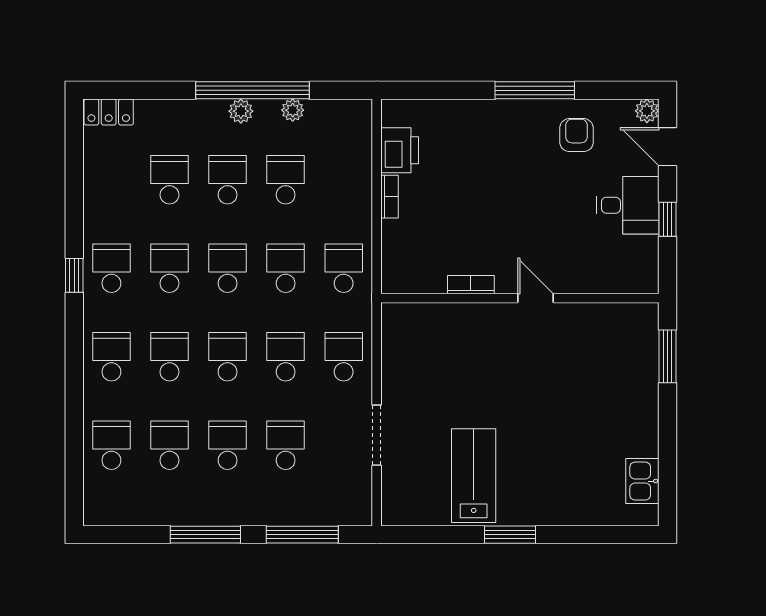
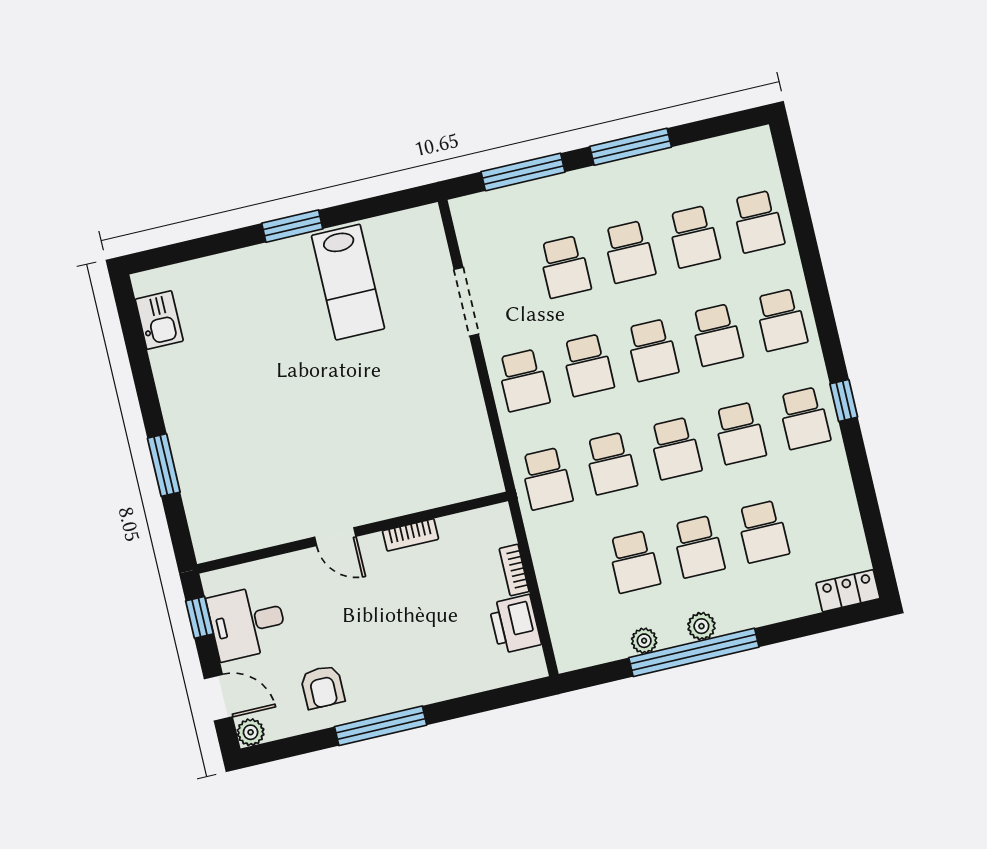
bookcase: (471, 285) -> (411, 535), moved
wall: (520, 298) -> (353, 533), moved
door: (535, 298) -> (335, 537), moved

